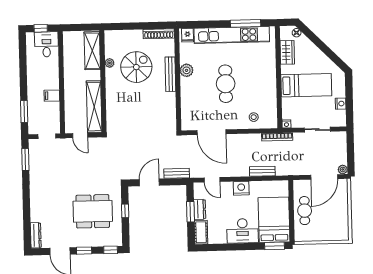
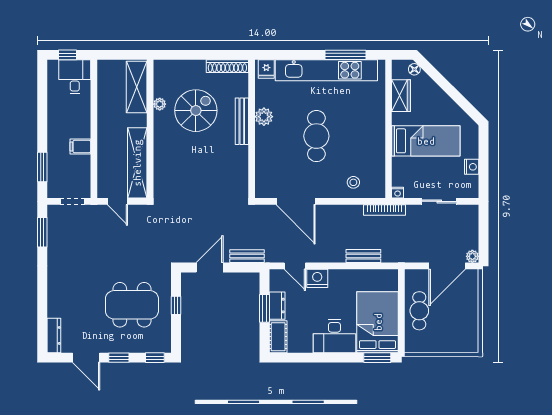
nightstand: (241, 188) -> (317, 278), moved

